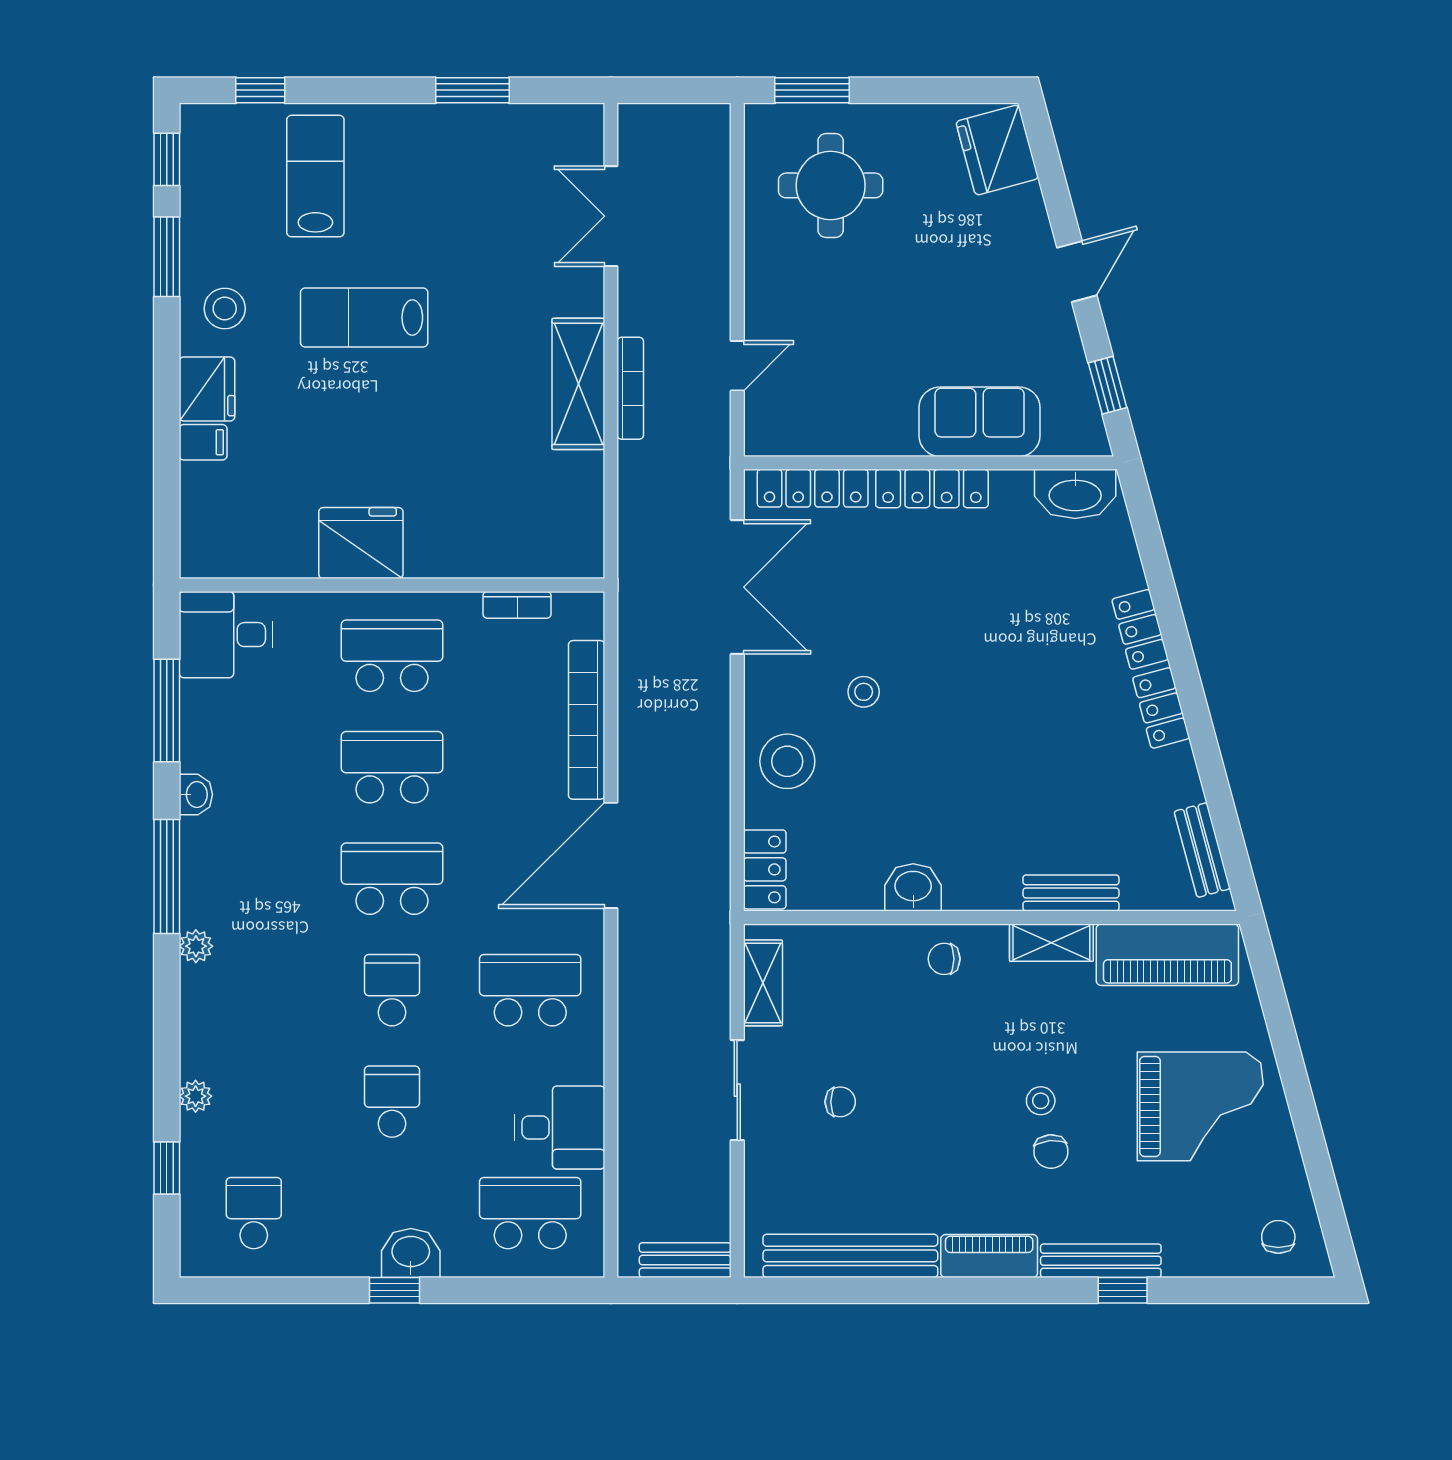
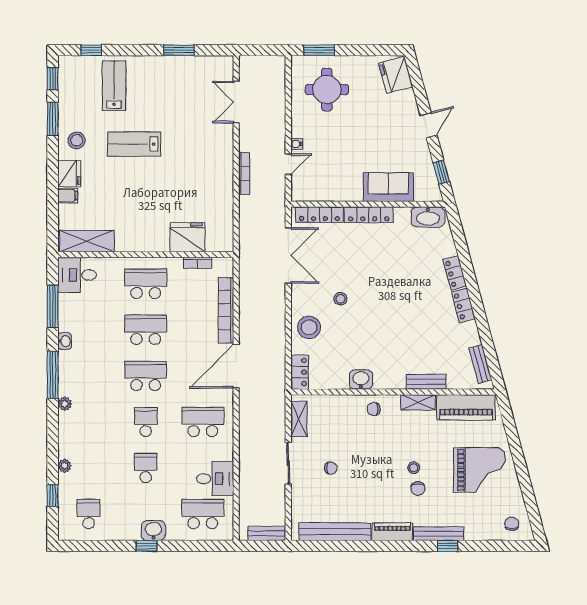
water cooler: (757, 317) -> (297, 144), added
shelving: (578, 384) -> (87, 241), moved, turned 90
fridge: (361, 543) -> (187, 237), moved

